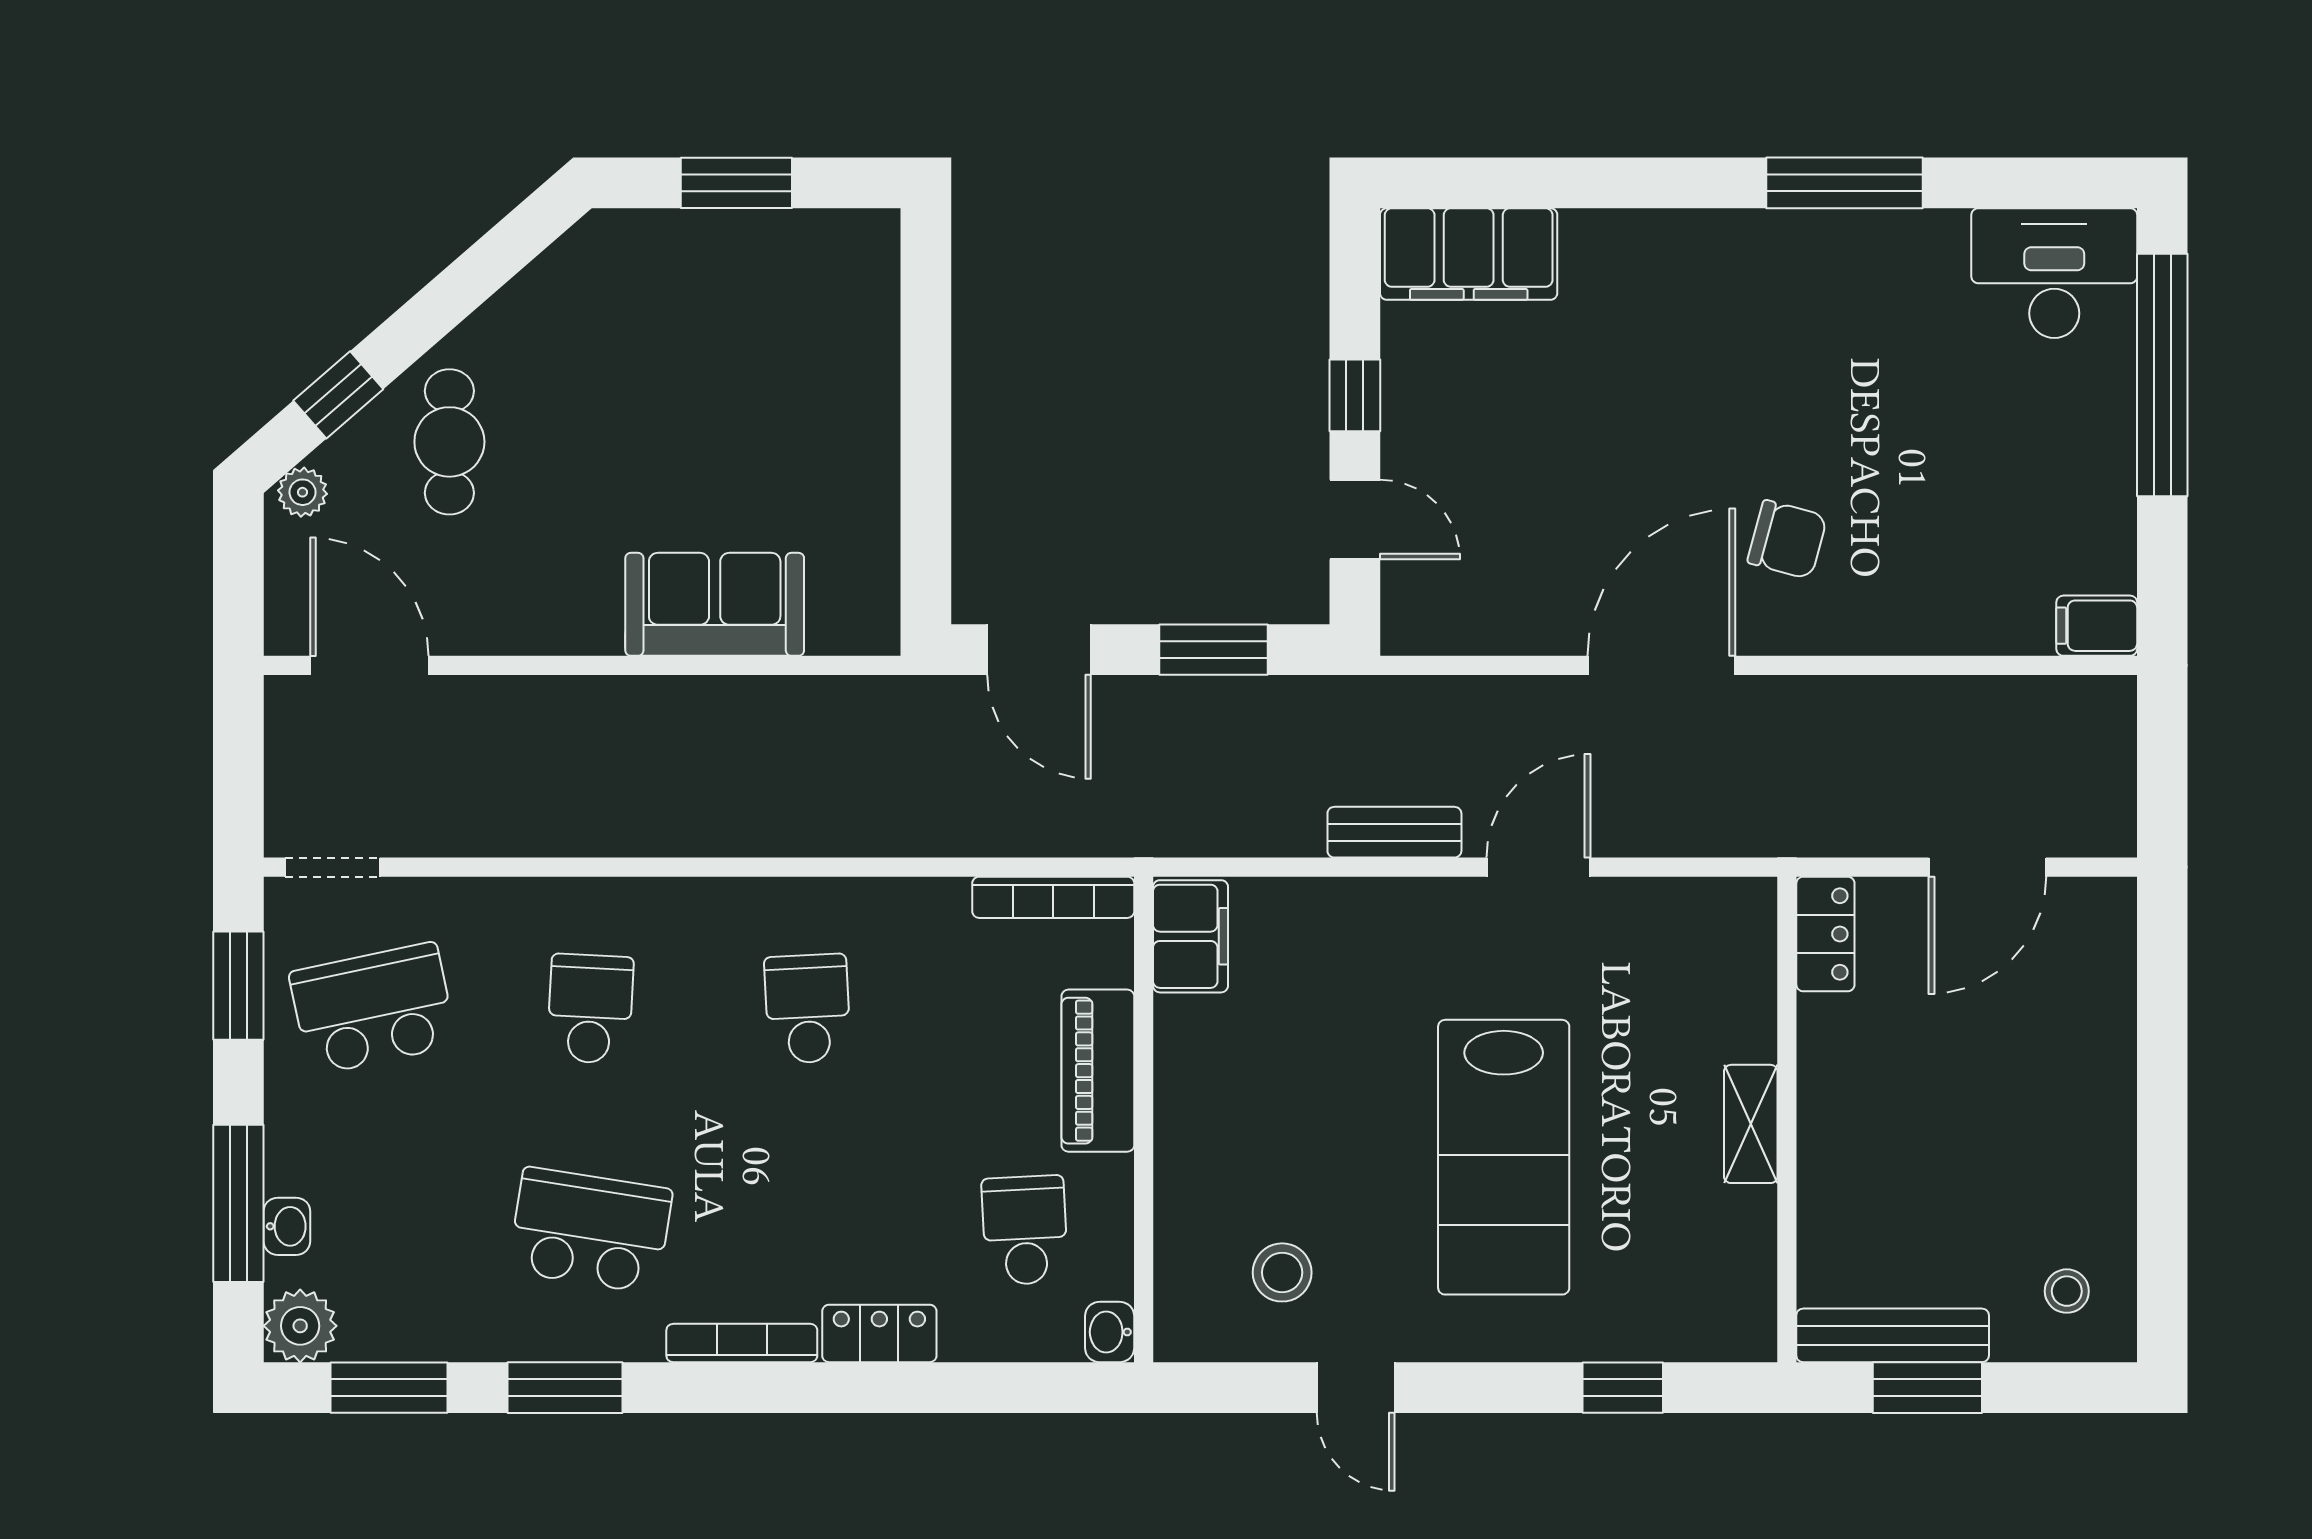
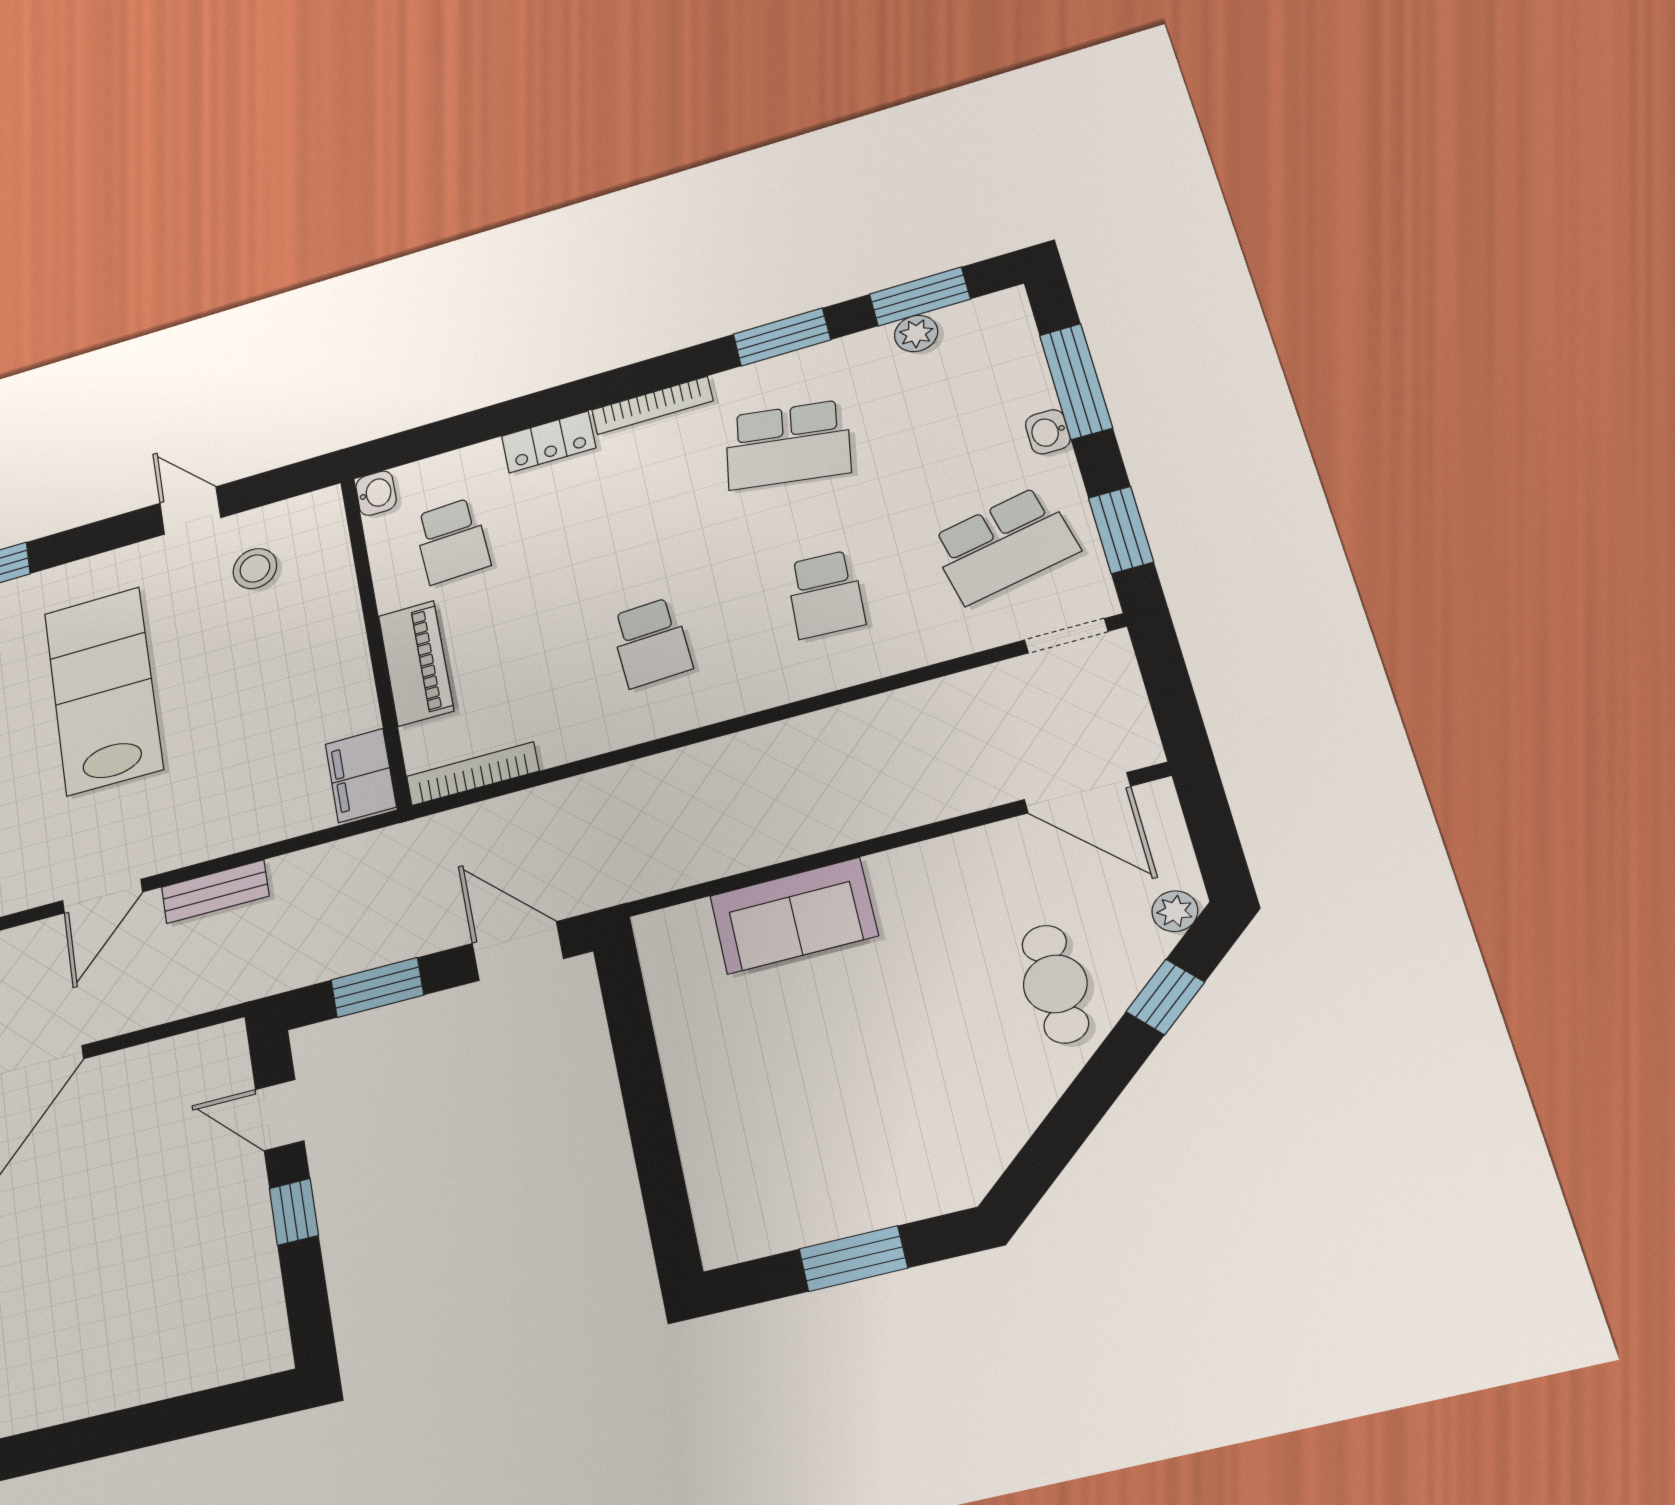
filing cabinet: (1469, 254) -> (217, 1348), removed
washbasin: (287, 1226) -> (1048, 432), moved
plant: (300, 1326) -> (916, 333), moved, width x0.73, depth x0.73

